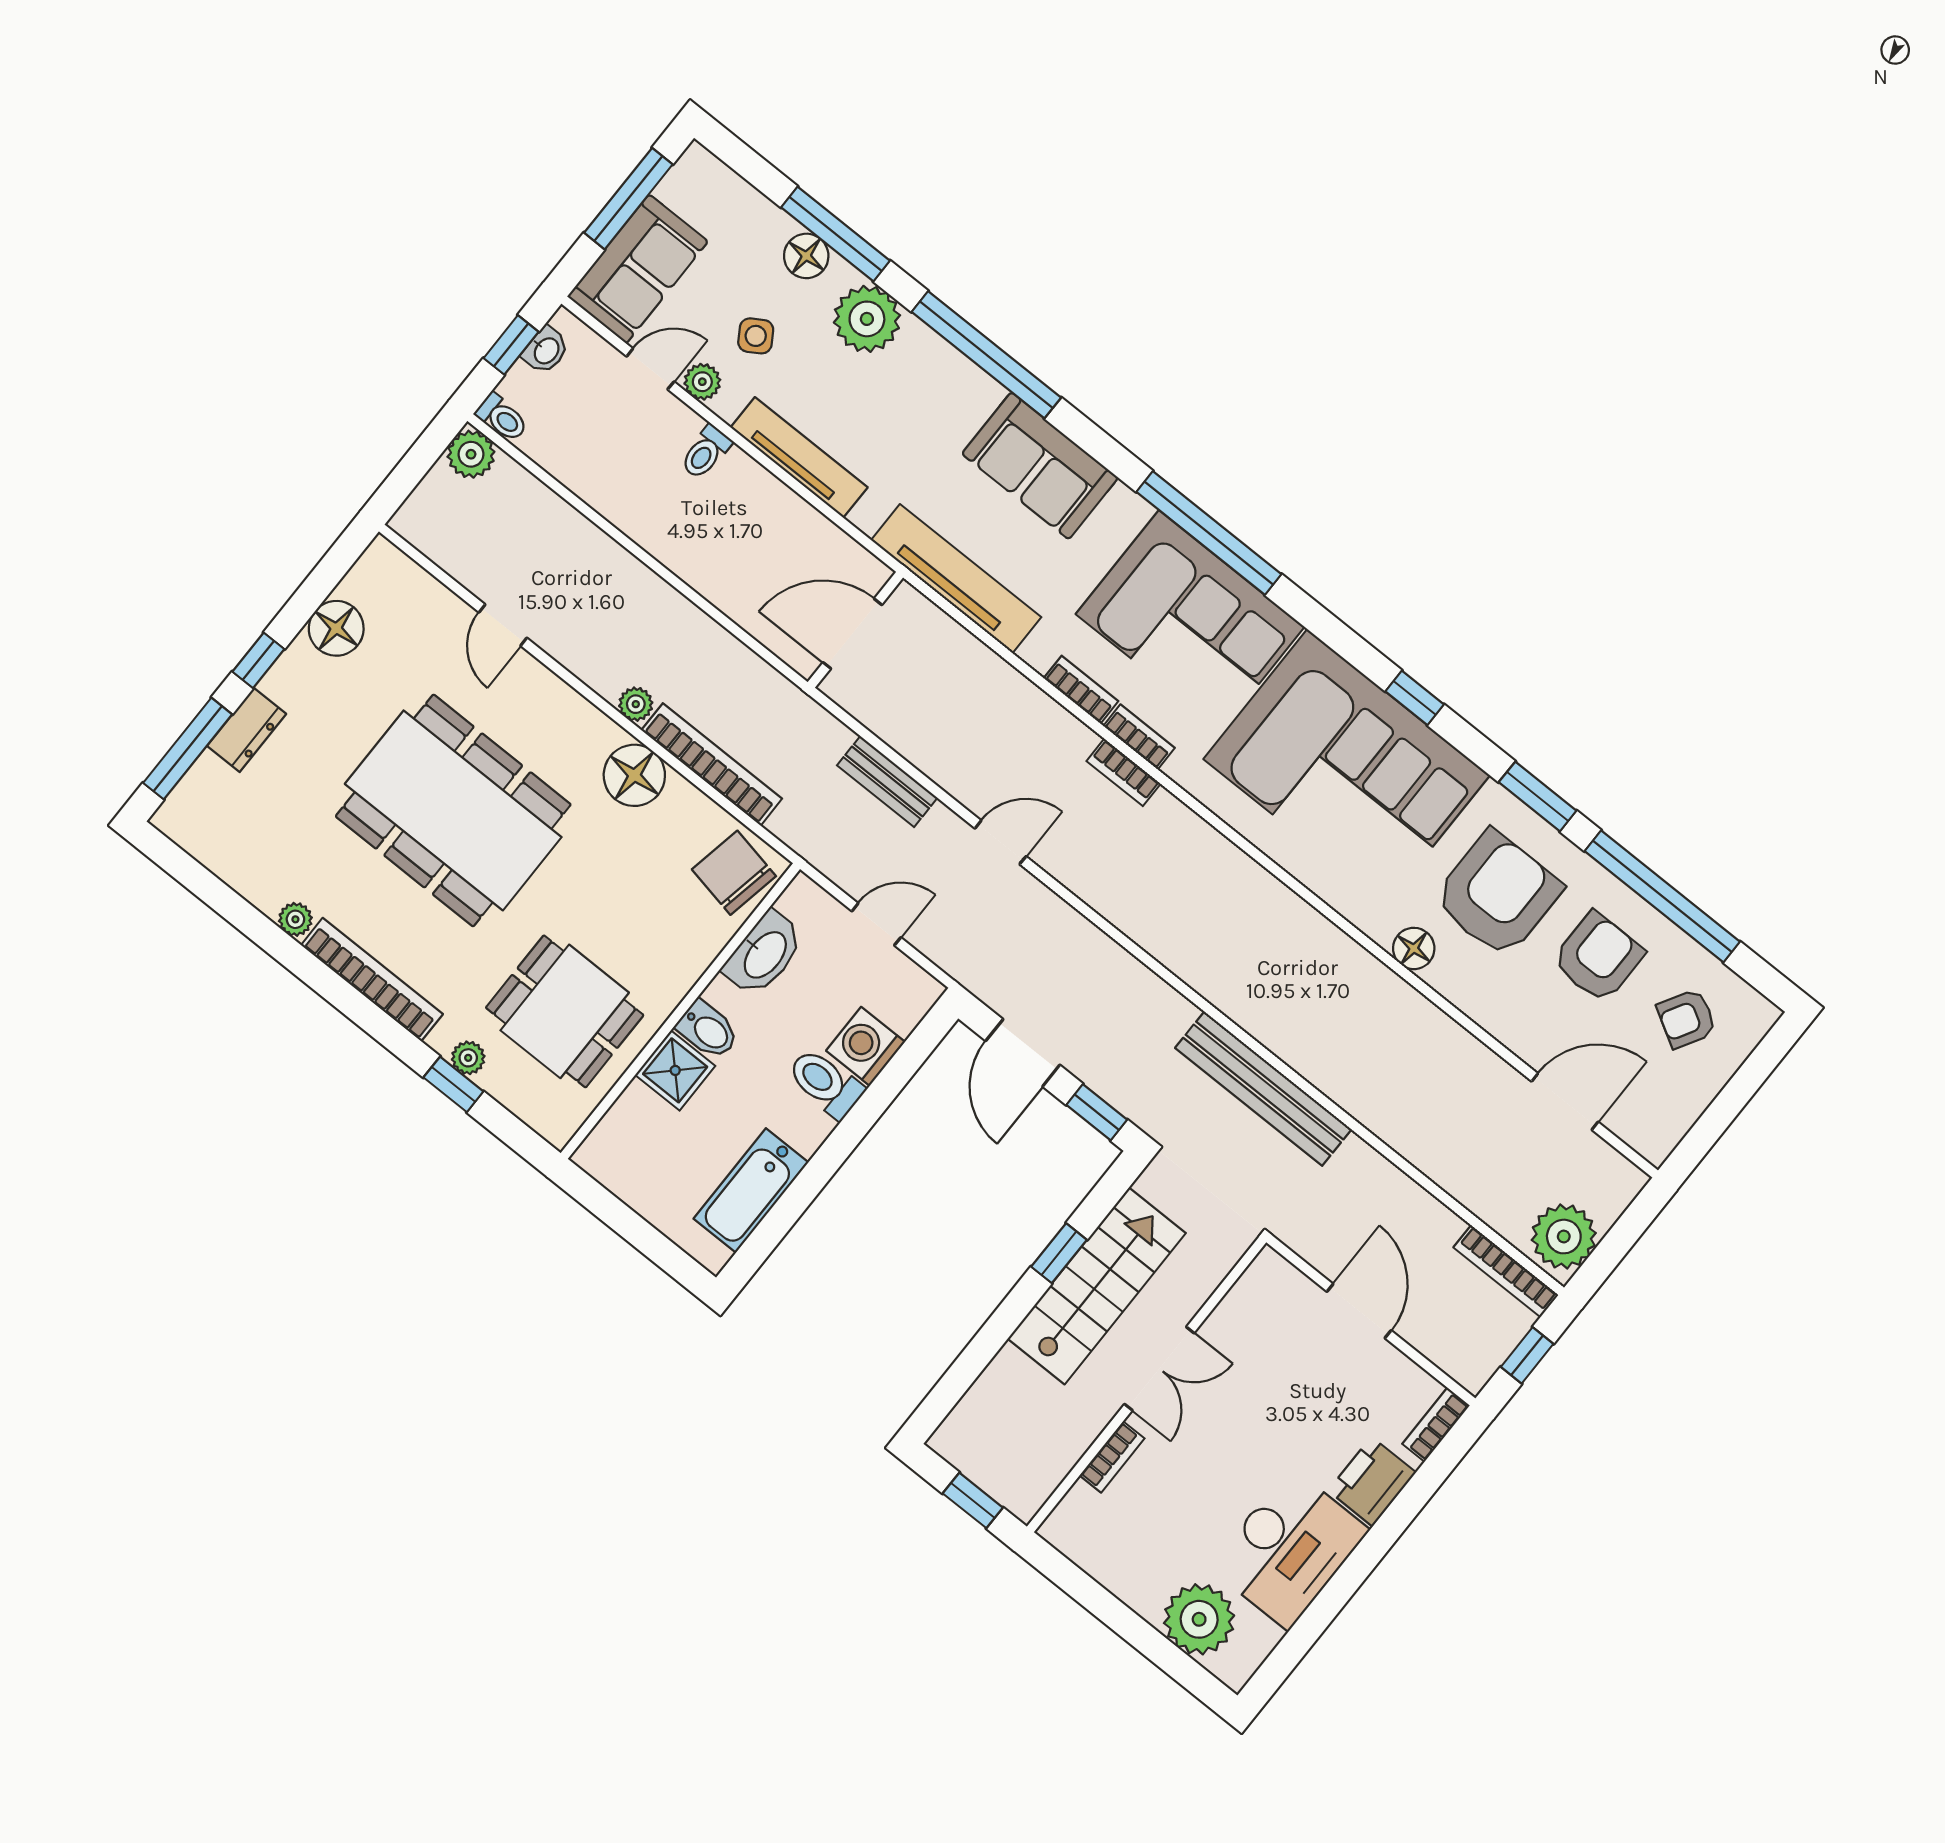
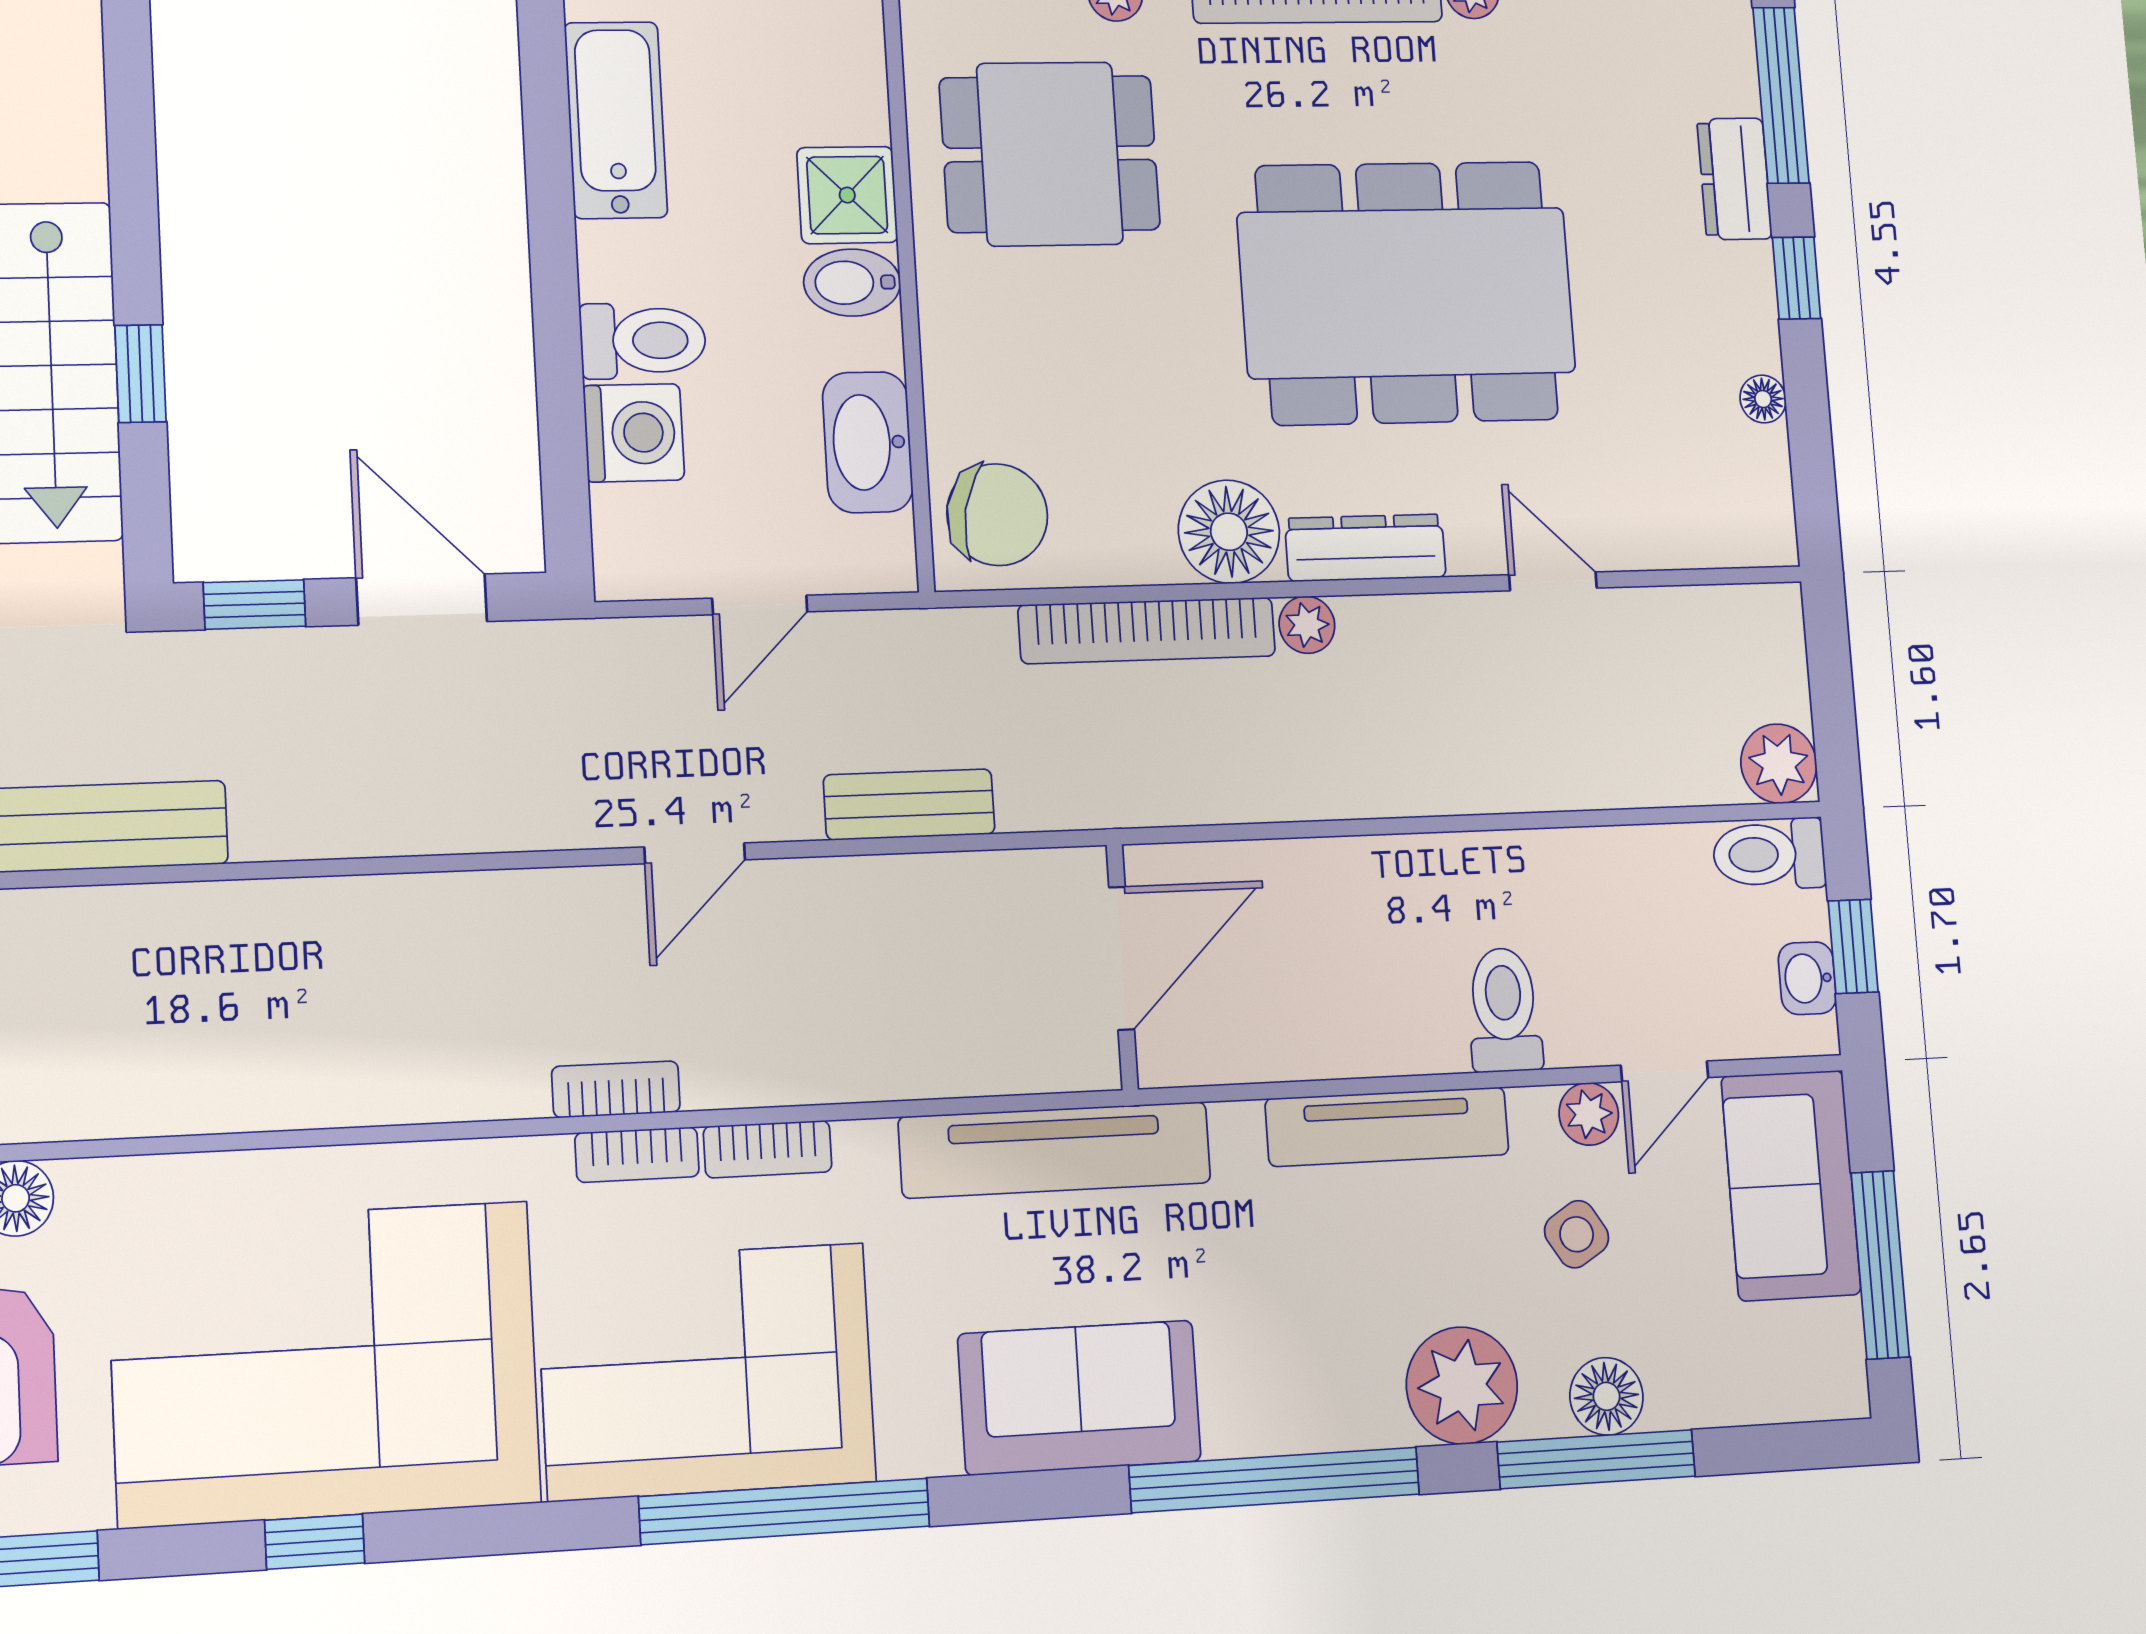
toilet: (502, 418) -> (1769, 854), width x1.37, depth x1.39
toilet: (706, 452) -> (1504, 1010), width x1.37, depth x1.39
floor lamp: (336, 628) -> (1763, 399), width x0.53, depth x0.53
dresser: (577, 715) -> (1365, 548), added

